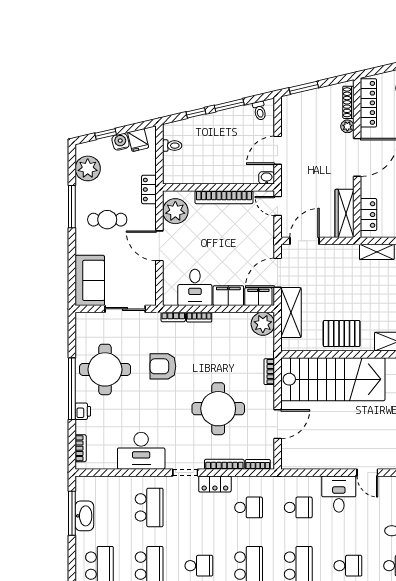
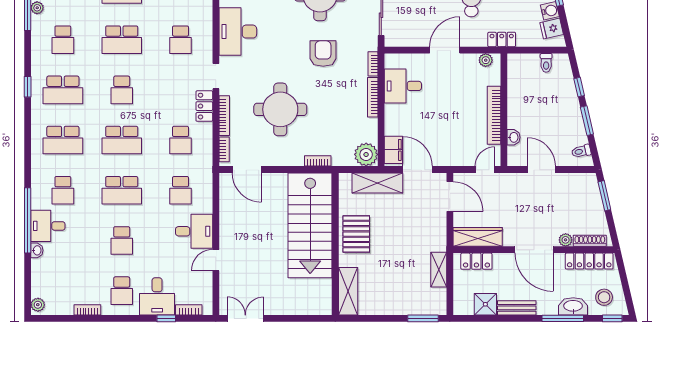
washbasin: (267, 178) -> (513, 137), moved
plant: (175, 211) -> (486, 60), width x0.53, depth x0.53
filing cabinet: (228, 296) -> (395, 120), removed
bookcase: (199, 317) -> (373, 97), width x1.56
door: (278, 424) -> (247, 170), moved
school desk: (149, 507) -> (181, 40), width x0.54

